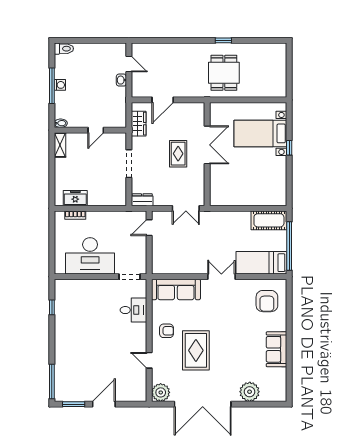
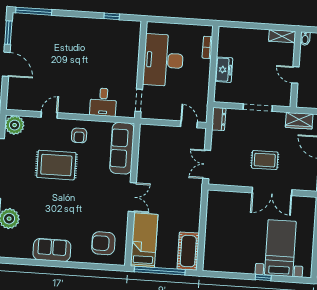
freezer: (75, 198) -> (224, 70), moved

